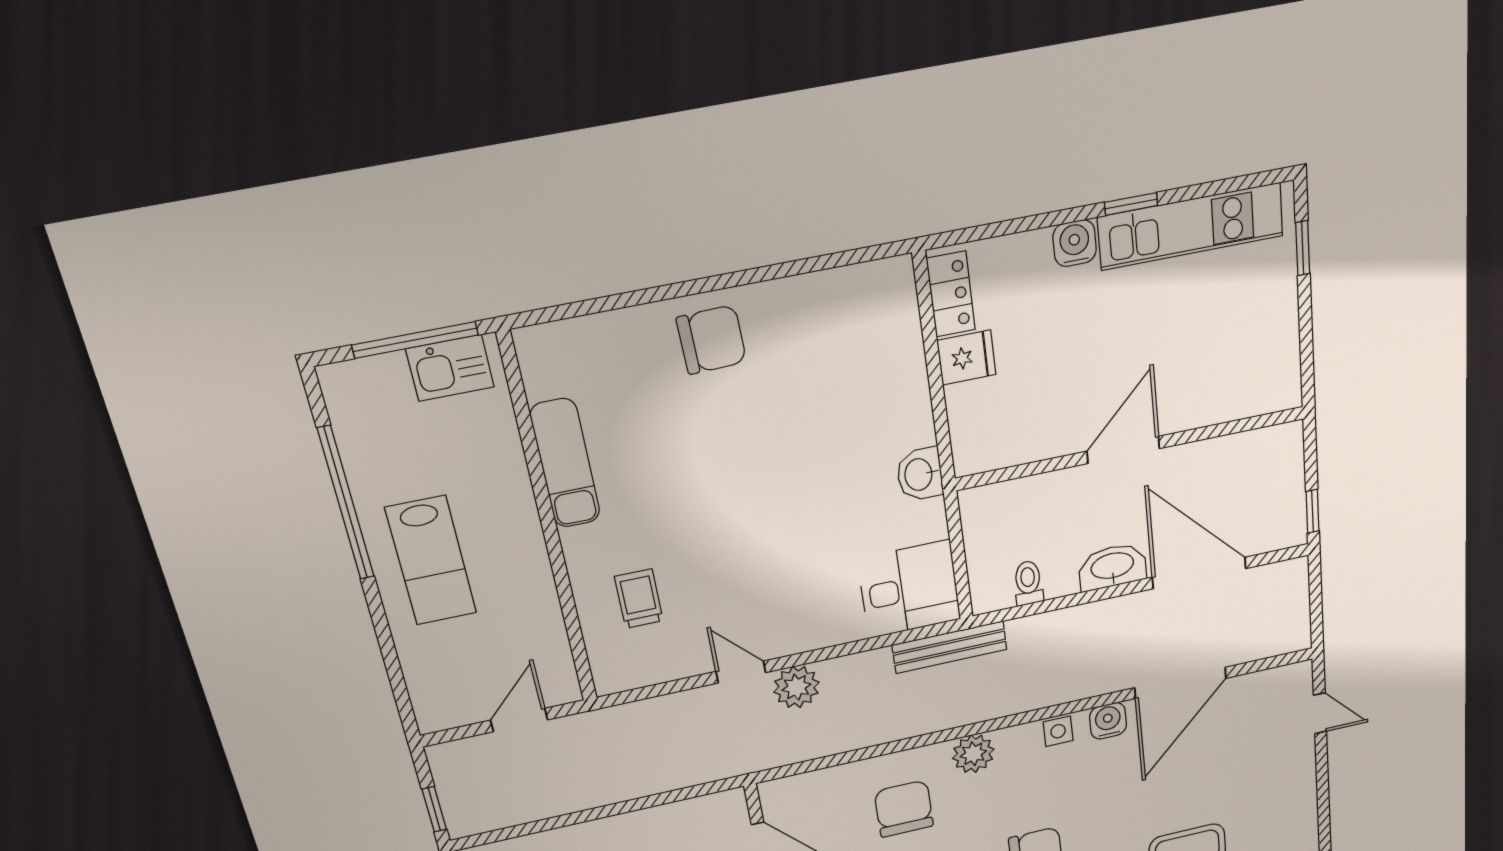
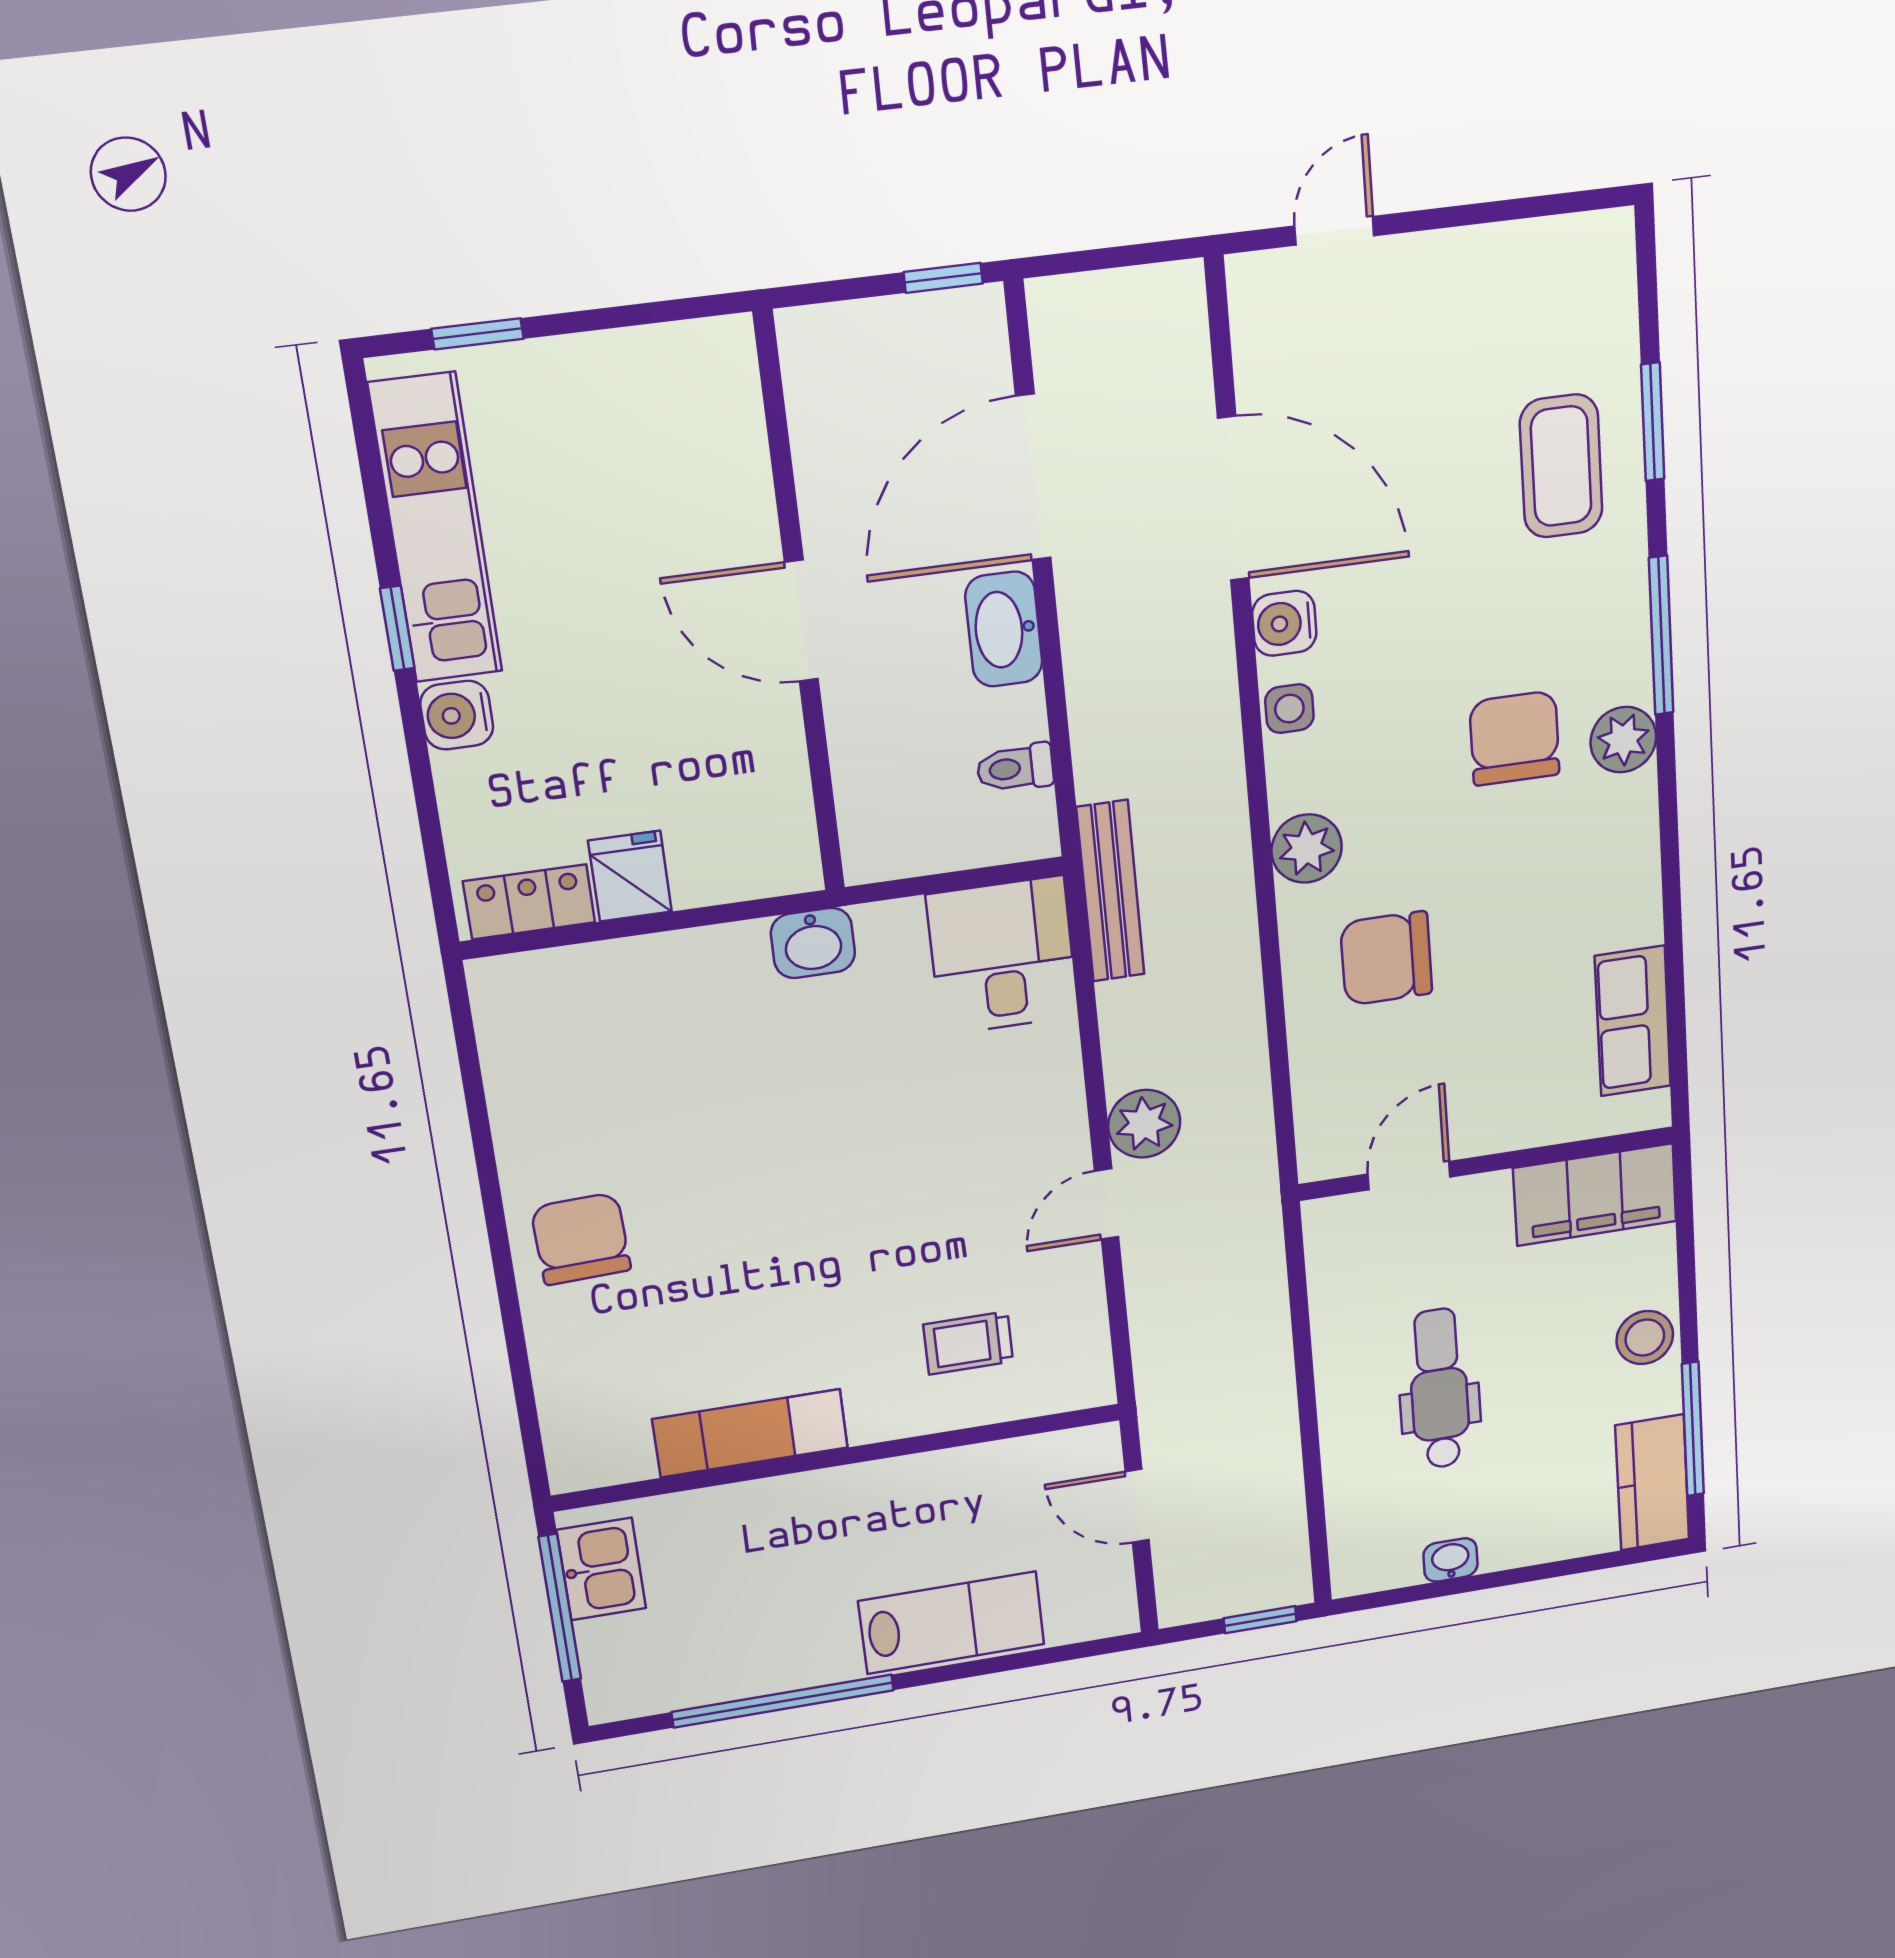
lab bench: (431, 561) -> (952, 1623), moved

